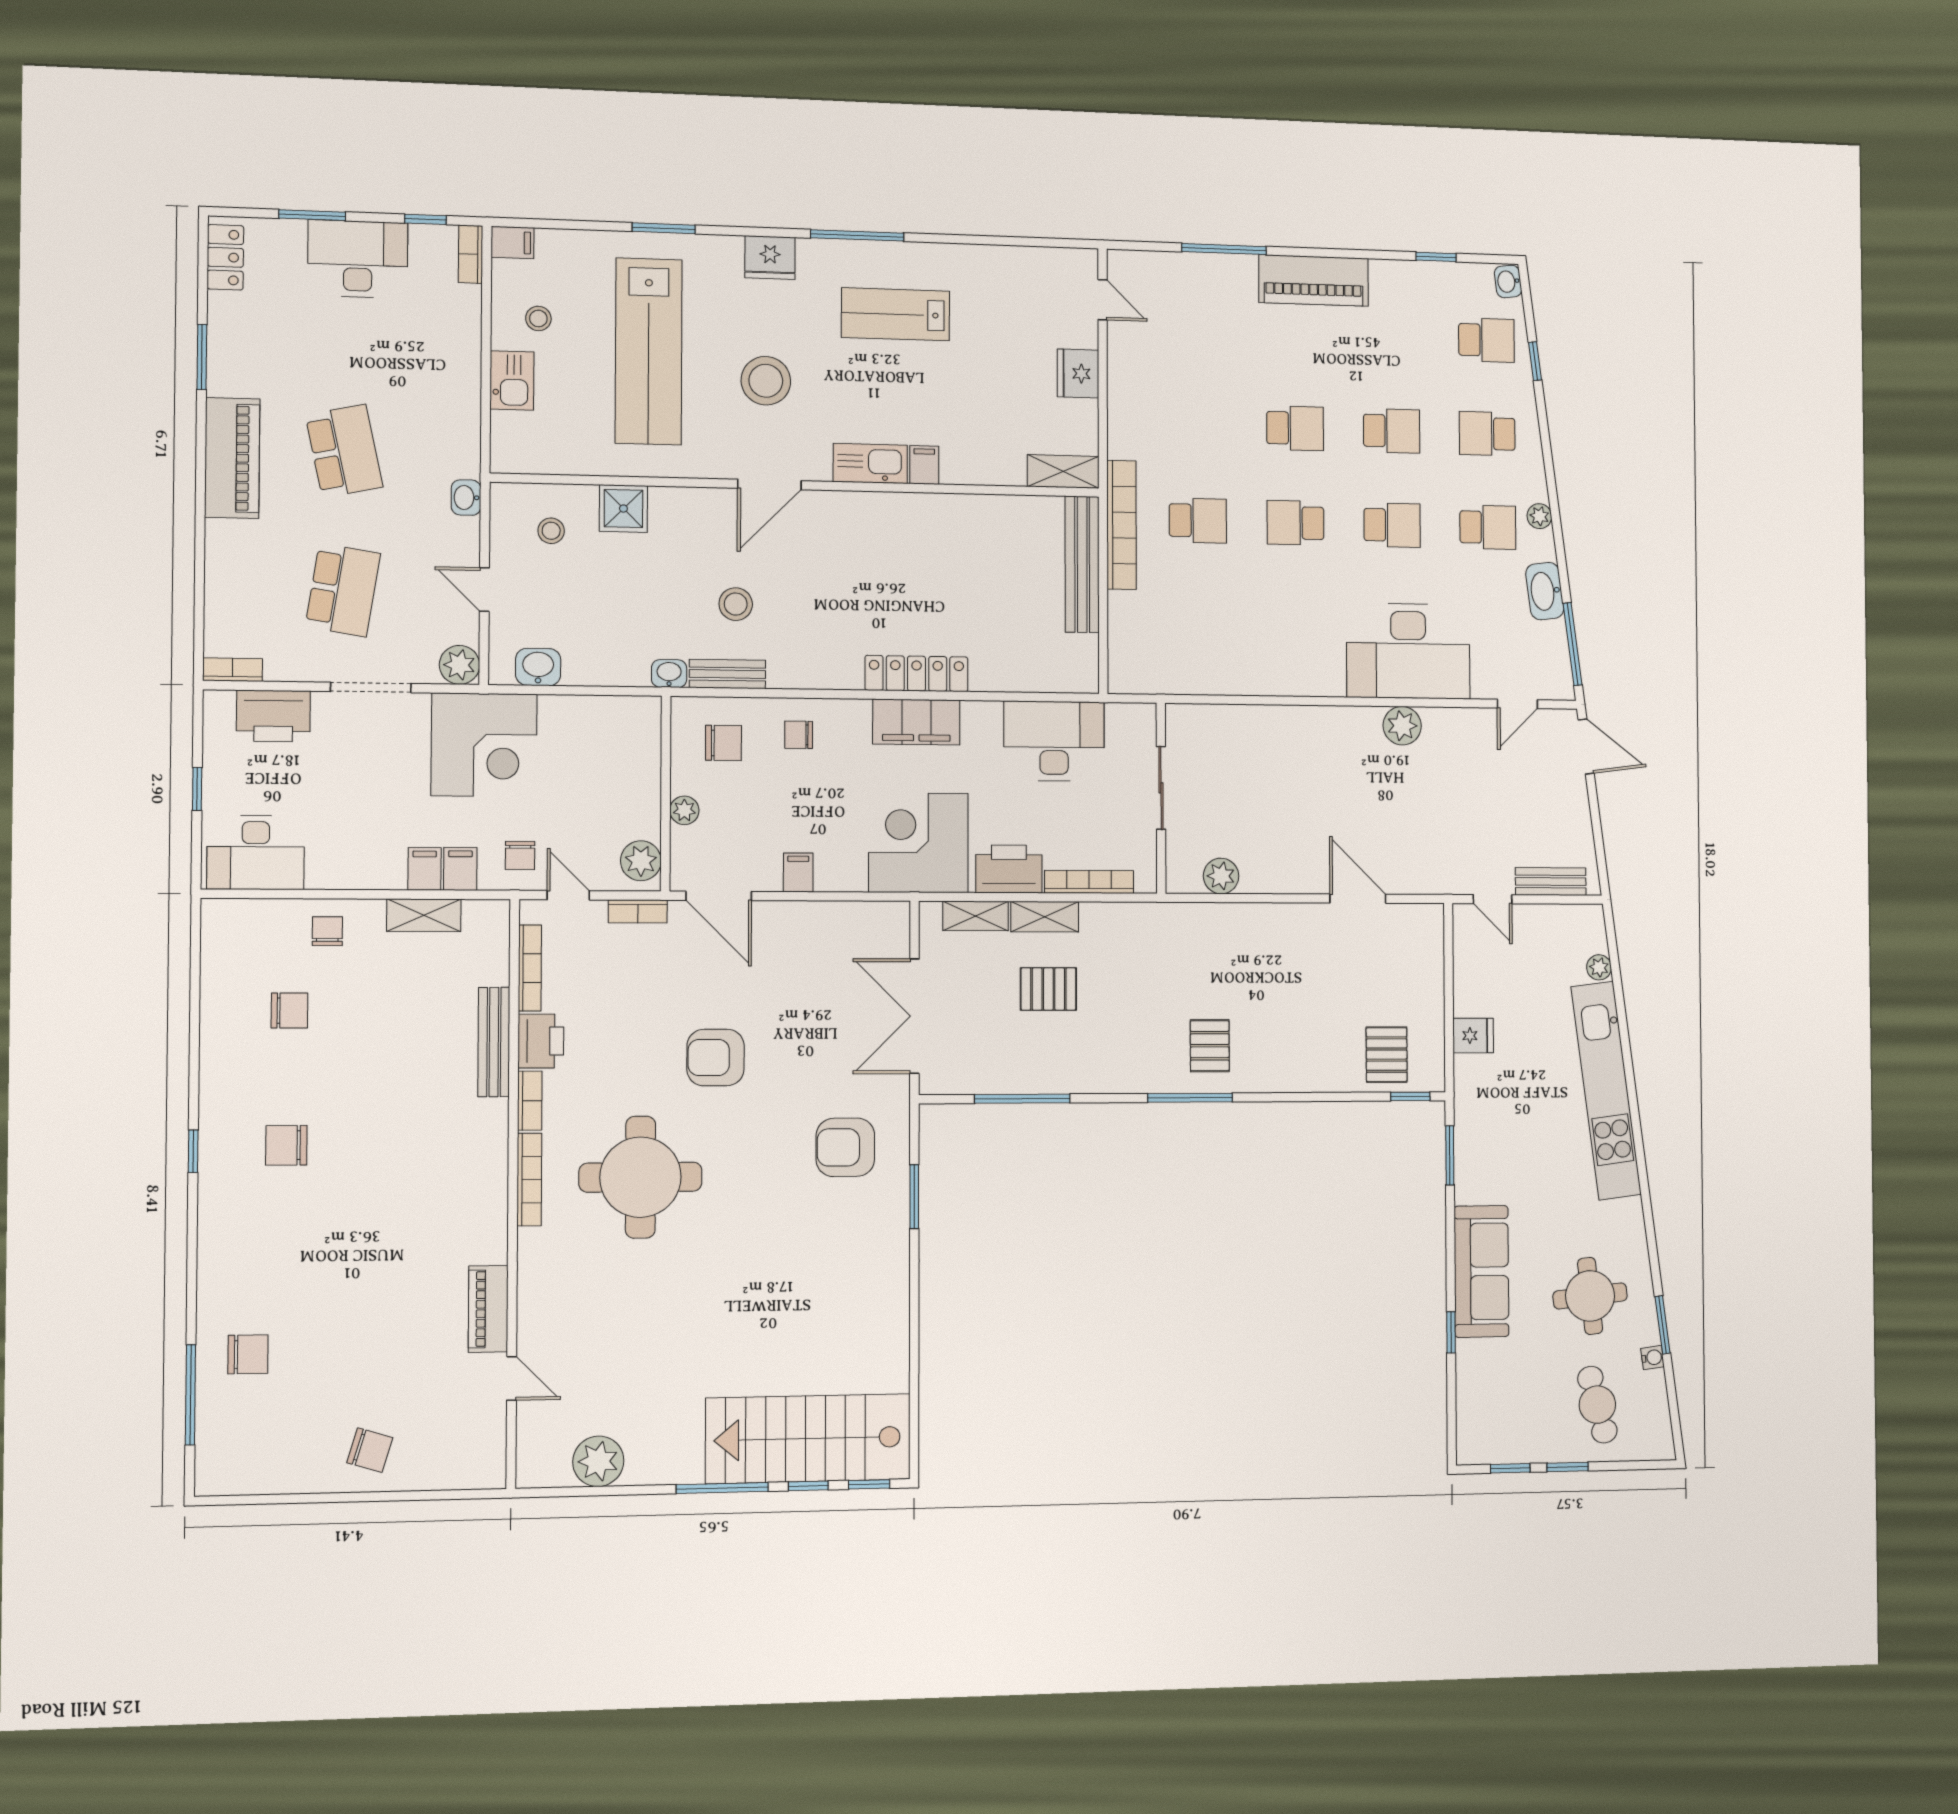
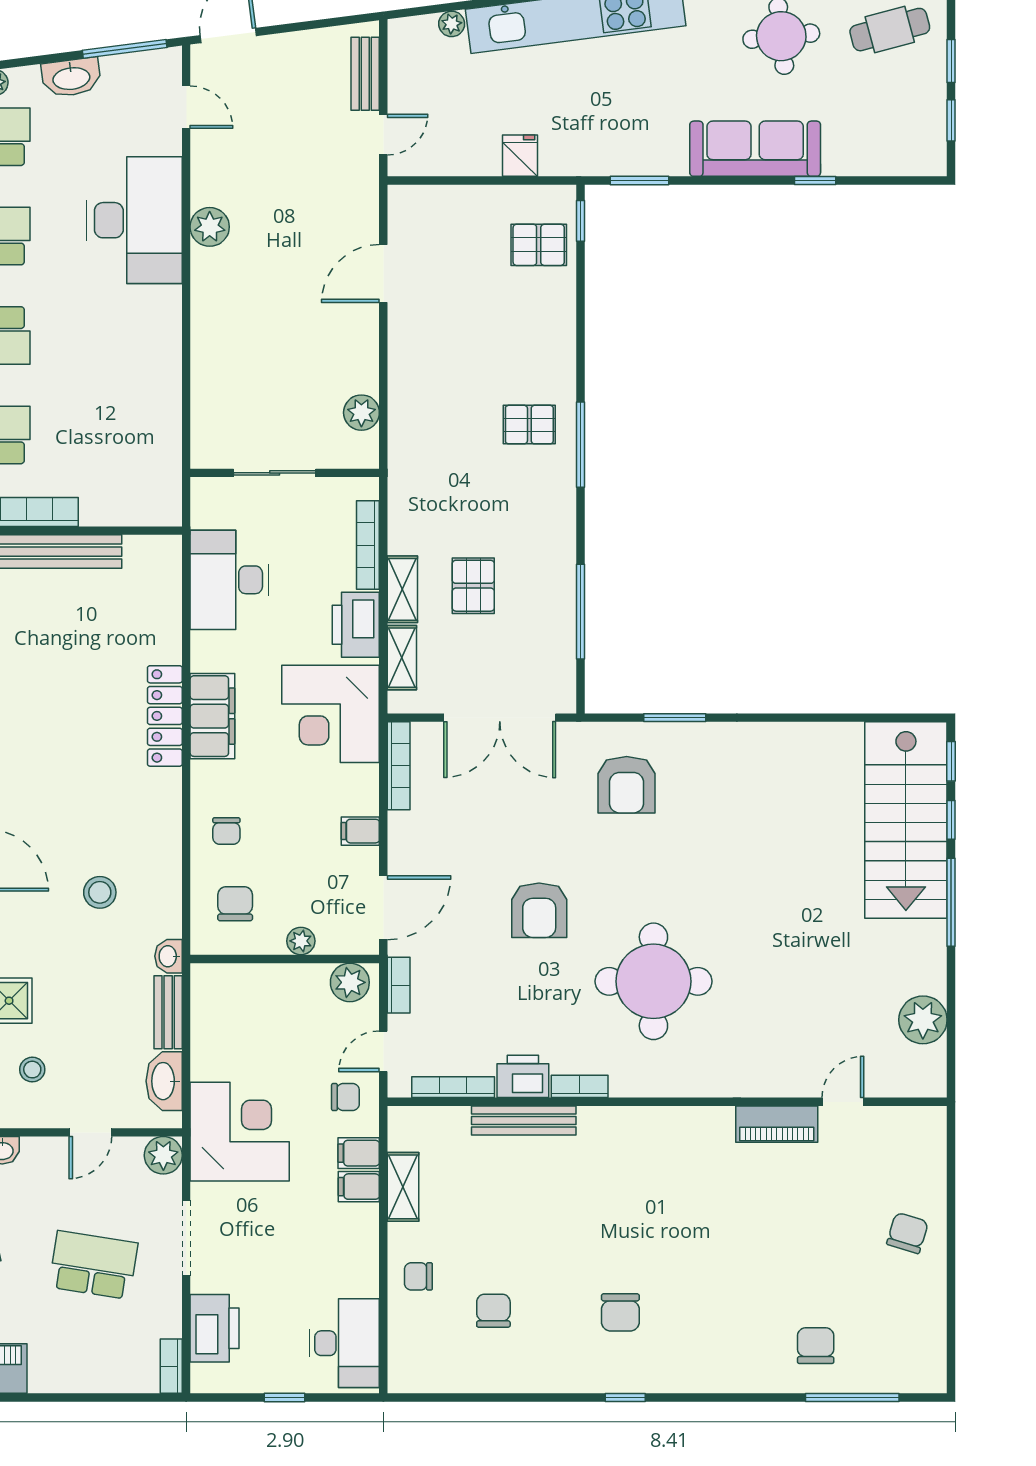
washbasin: (538, 667) -> (164, 1081), width x1.38
bench: (727, 674) -> (168, 1012), moved
bookcase: (529, 1179) -> (399, 766), moved, turned 90

